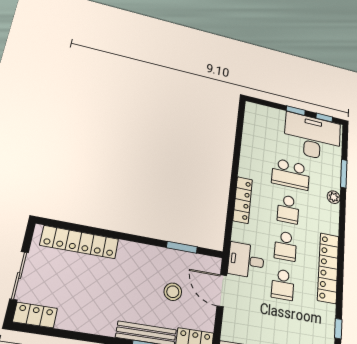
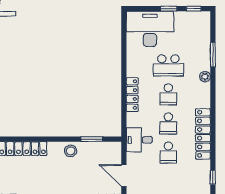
desk: (312, 137) -> (150, 29), moved
door: (222, 291) -> (124, 176), moved
stool: (173, 292) -> (71, 151), moved

